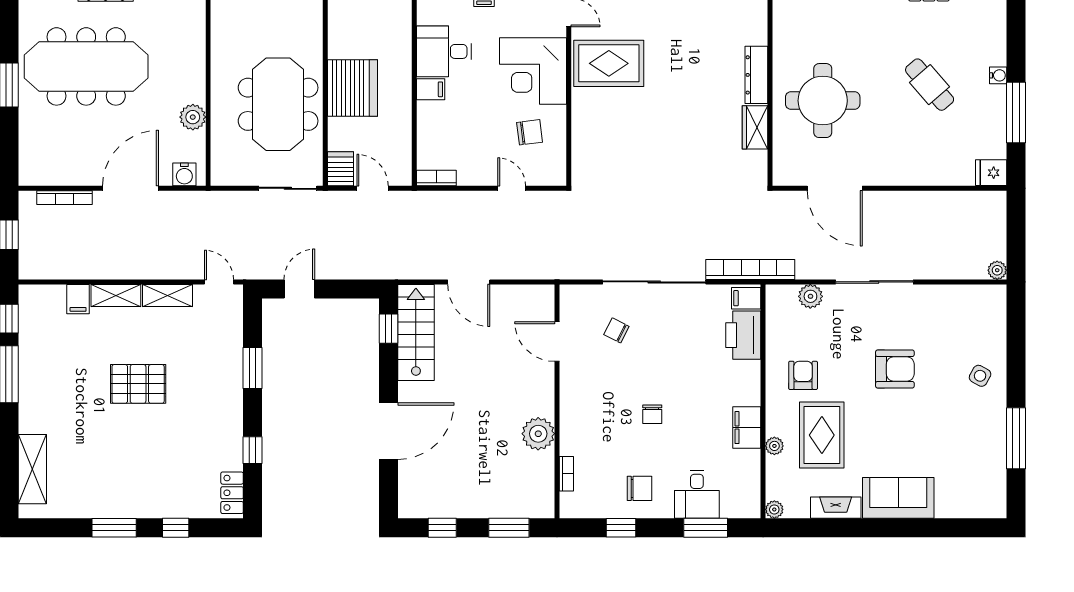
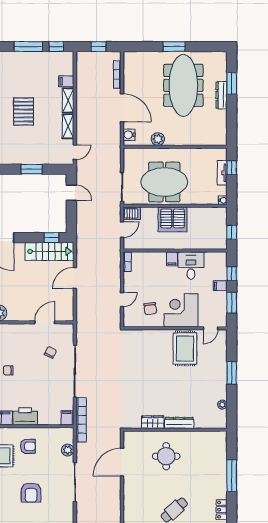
round table: (823, 101) -> (166, 456), width x0.73, depth x0.73
printer: (743, 335) -> (25, 416), moved

